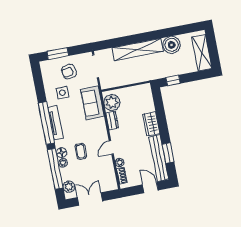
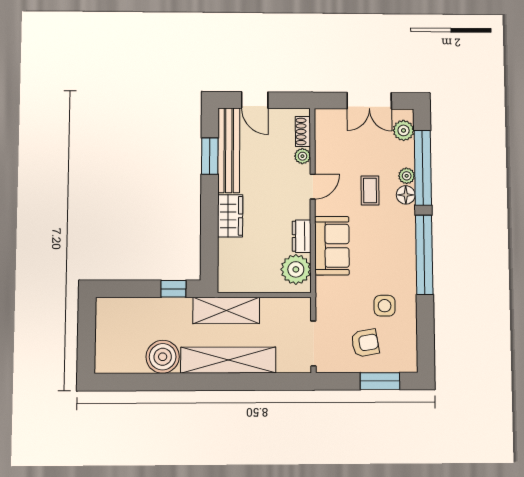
shelving: (202, 53) -> (226, 310), moved, turned 90
sofa: (92, 103) -> (332, 246), moved
tv unit: (55, 123) -> (407, 252), removed

